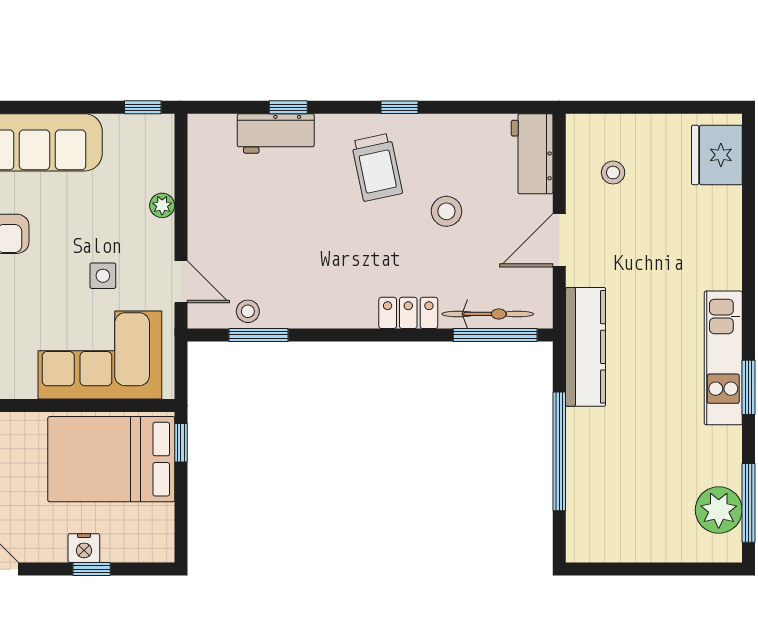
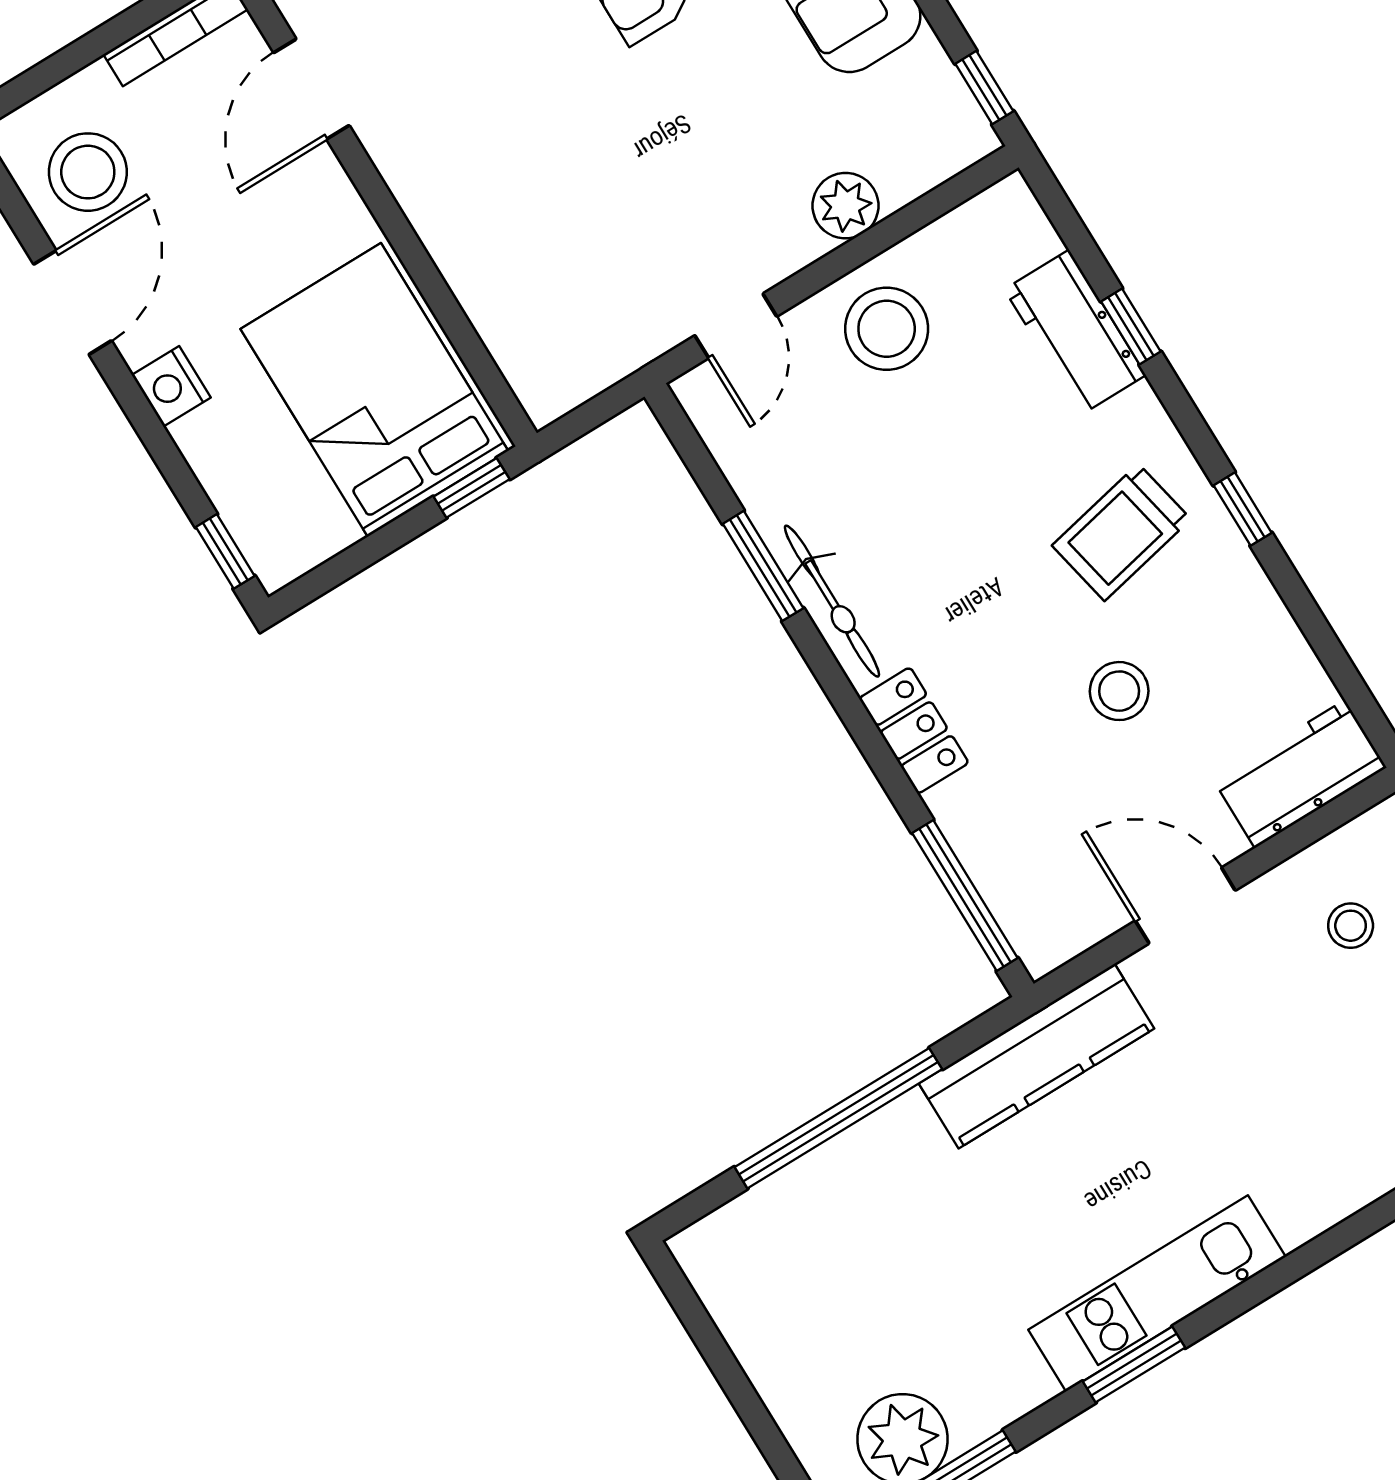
plant: (162, 205) -> (846, 206), width x1.38, depth x1.38
side table: (103, 276) -> (667, 191), removed
stool: (248, 311) -> (887, 329), moved, width x1.89, depth x1.89
bicycle: (488, 314) -> (832, 601), moved
window: (258, 335) -> (763, 566), moved
corner sofa: (100, 355) -> (534, 266), removed
nightstand: (84, 548) -> (171, 386), moved
window: (92, 569) -> (225, 551), moved

